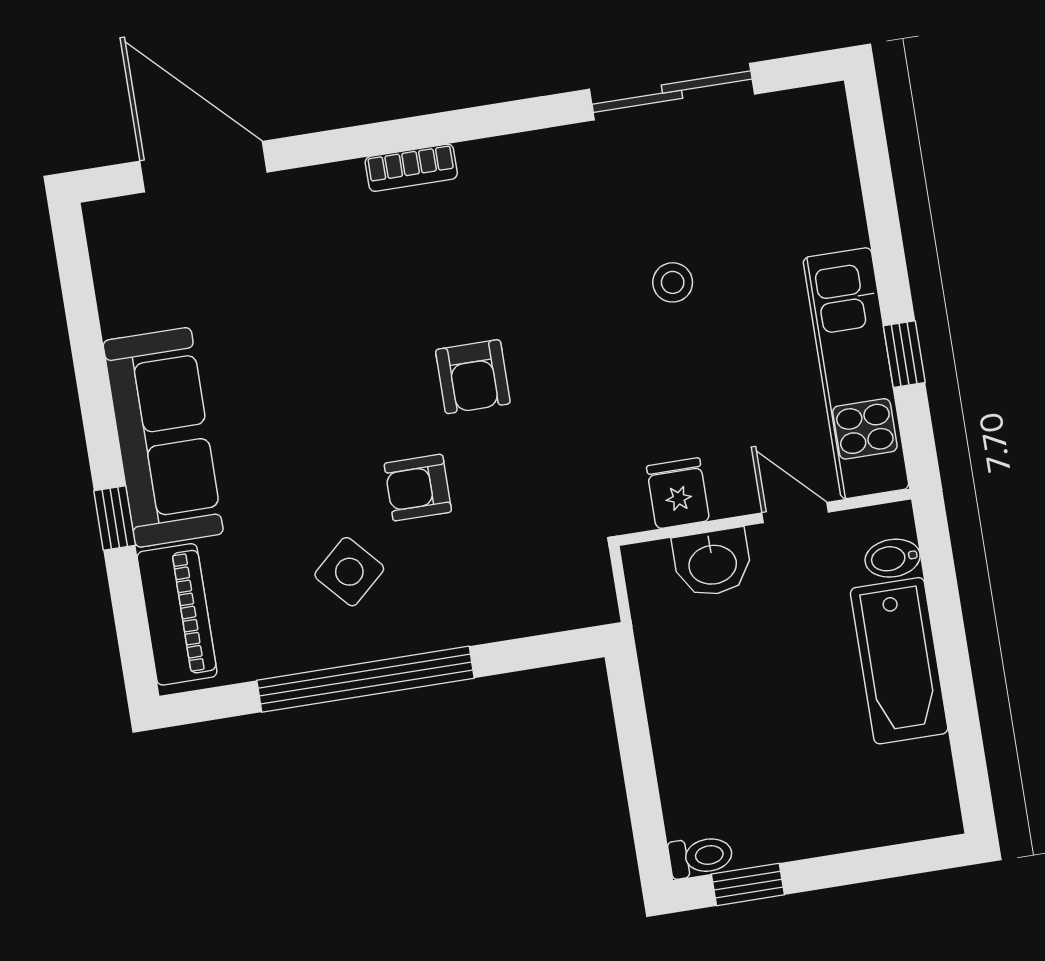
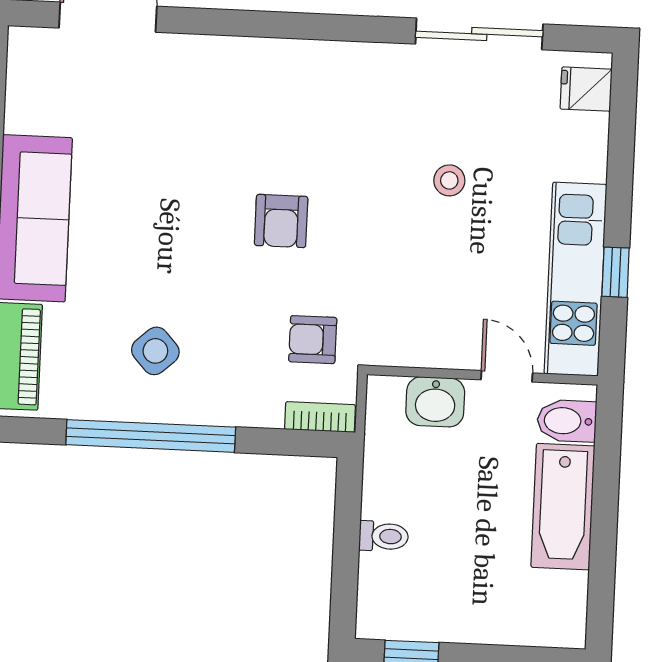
bookcase: (411, 168) -> (320, 417), moved, turned 180
armchair: (418, 488) -> (313, 340), moved
fridge: (678, 493) -> (586, 89), moved, turned -90
bidet: (893, 558) -> (567, 421), width x1.38, depth x1.36
toilet: (701, 856) -> (384, 536), moved

